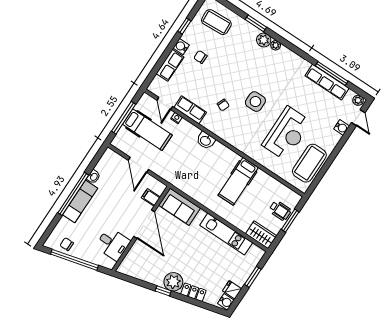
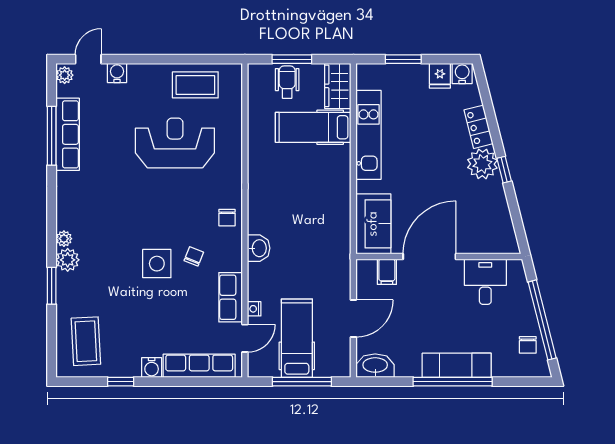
chair: (200, 57) -> (227, 218), moved
row of seats: (170, 65) -> (199, 366), width x1.48
side table: (255, 102) -> (157, 264), moved
coffee table: (309, 163) -> (195, 85), width x0.73, depth x0.76
washbasin: (94, 177) -> (375, 366), moved, width x1.91, depth x1.45
hospital bed: (238, 181) -> (313, 127), moved, turned 180

